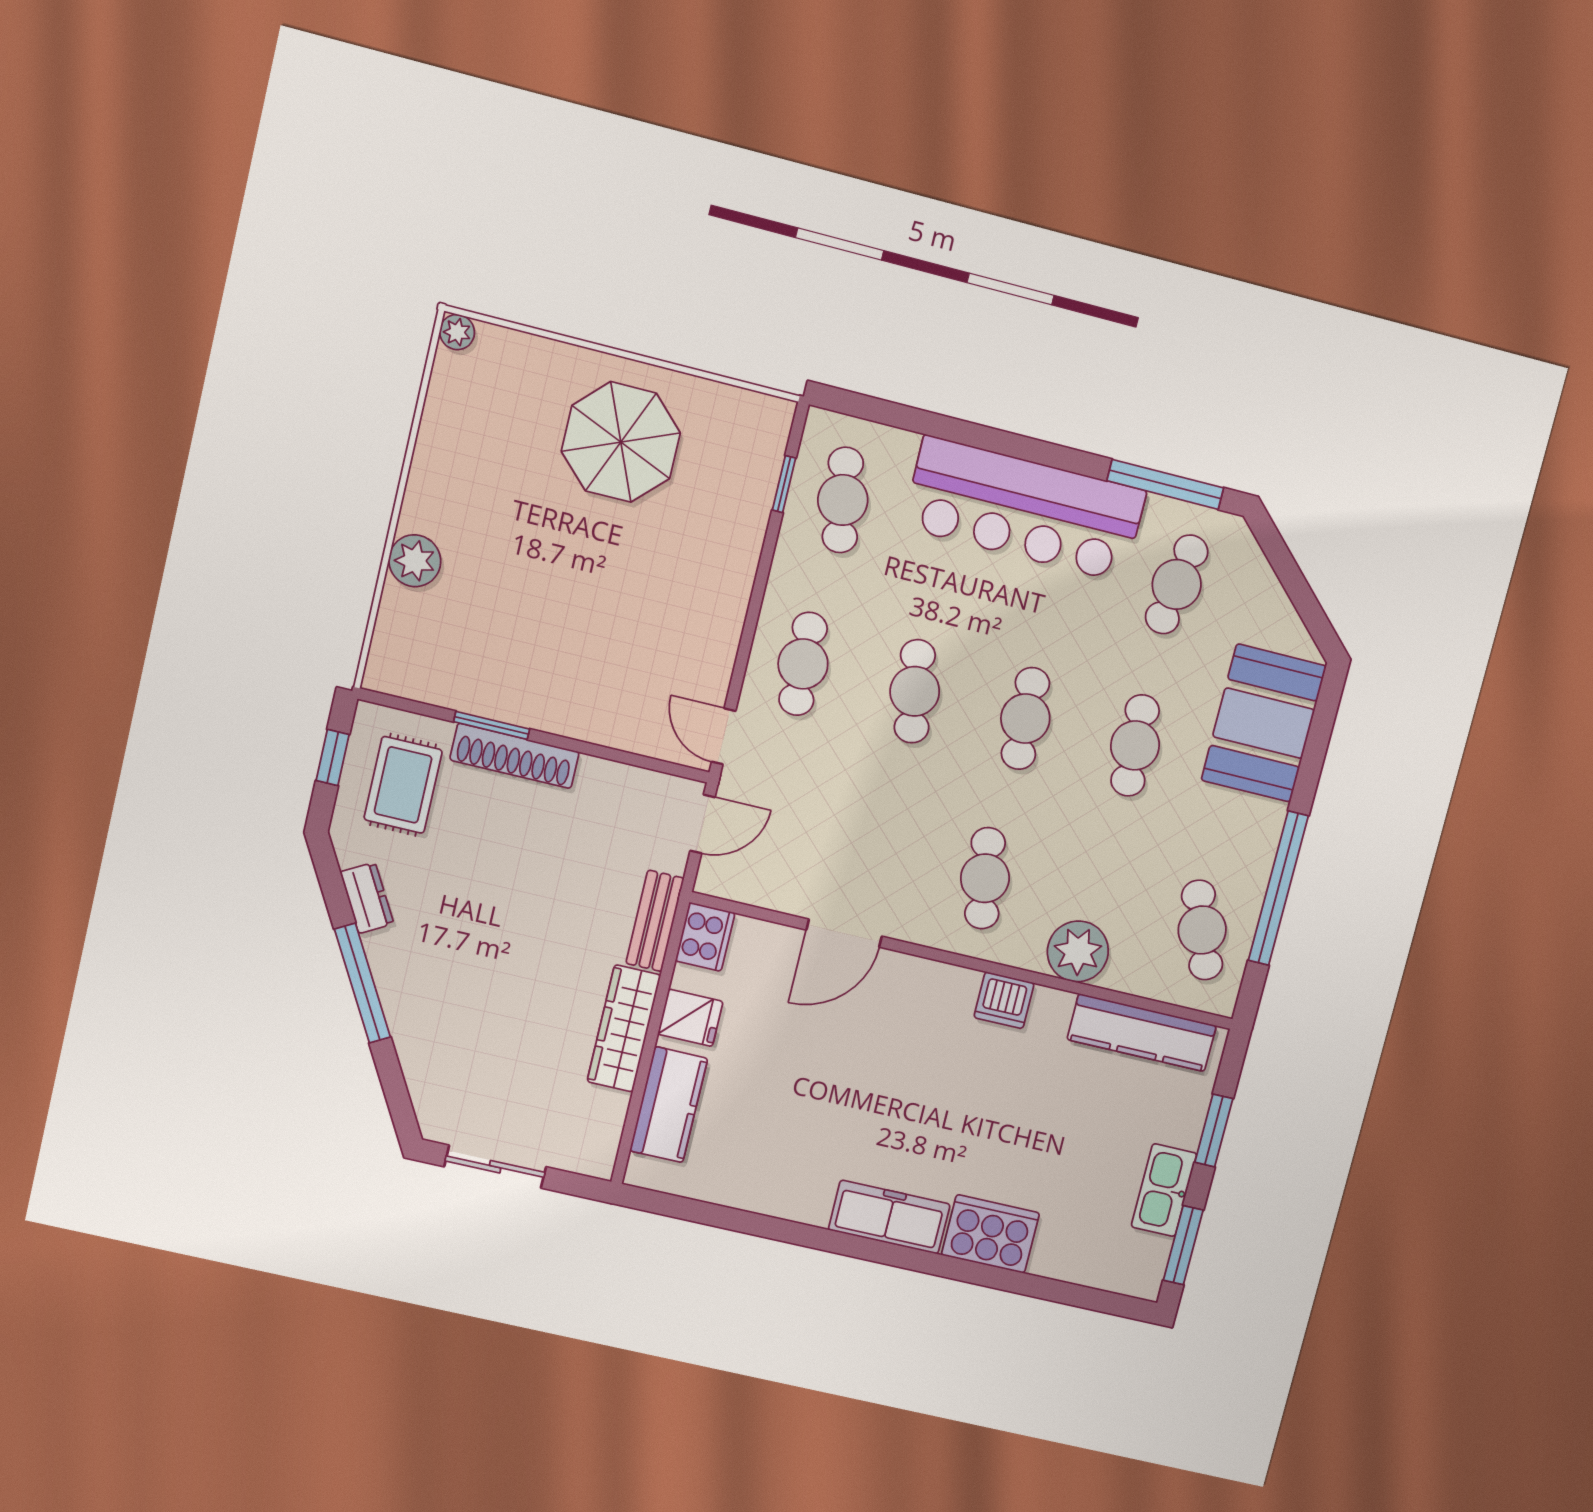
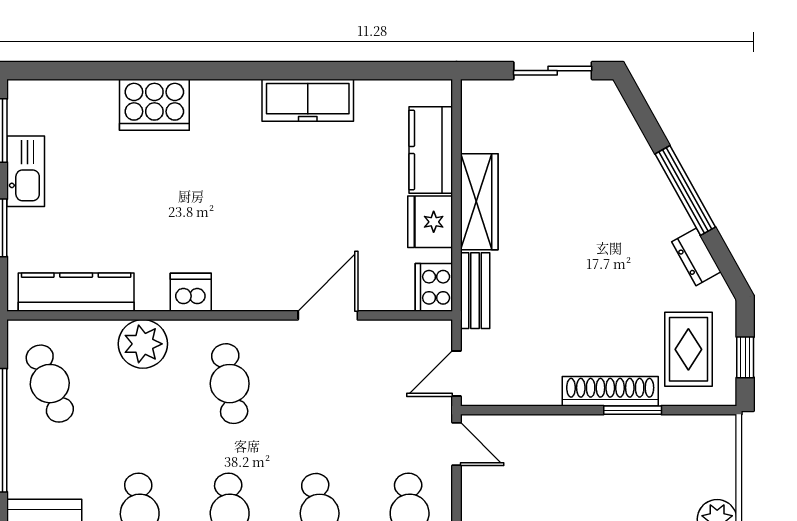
fridge: (690, 1018) -> (430, 222), width x1.38
freezer: (889, 1217) -> (308, 100), moved

